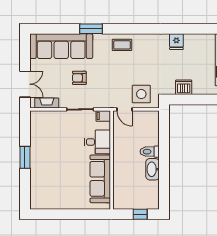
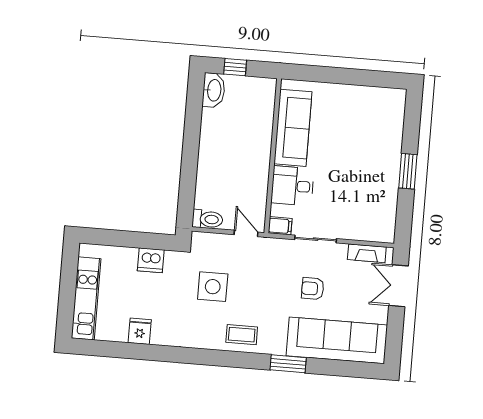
fridge: (176, 42) -> (140, 331), moved
armchair: (79, 78) -> (313, 289), turned 180
side table: (141, 94) -> (213, 287), moved
toilet: (150, 152) -> (207, 219), moved
washbasin: (153, 169) -> (214, 90), moved

